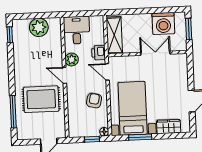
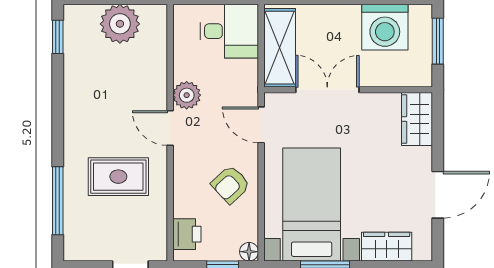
desk: (77, 30) -> (229, 31), moved, turned 90
printer: (99, 53) -> (187, 234), moved, turned 180
double door: (155, 53) -> (327, 90), moved
wardrobe: (180, 66) -> (417, 119), added
rug: (41, 99) -> (118, 177), width x0.73, depth x0.70
armchair: (94, 101) -> (230, 184), turned -146

